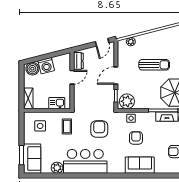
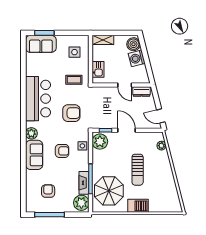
plant: (57, 168) -> (31, 133), moved

